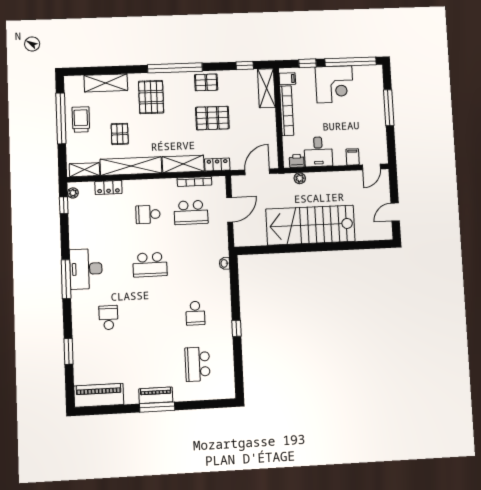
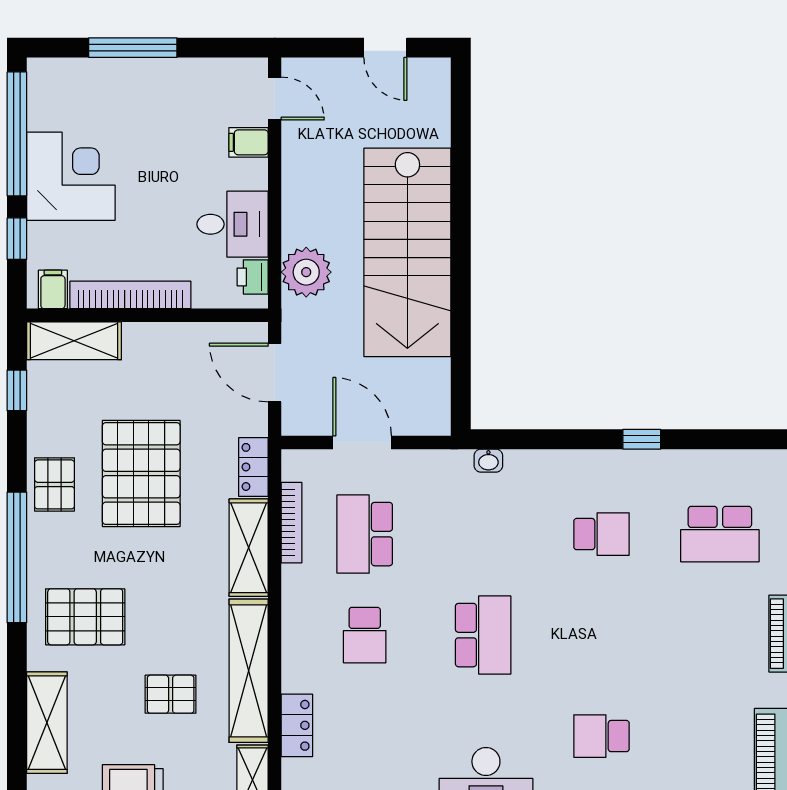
pallet: (212, 118) -> (141, 474), width x1.37, depth x1.41
plant: (300, 178) -> (306, 272), width x1.87, depth x1.87
school desk: (191, 212) -> (365, 534), turned 180

